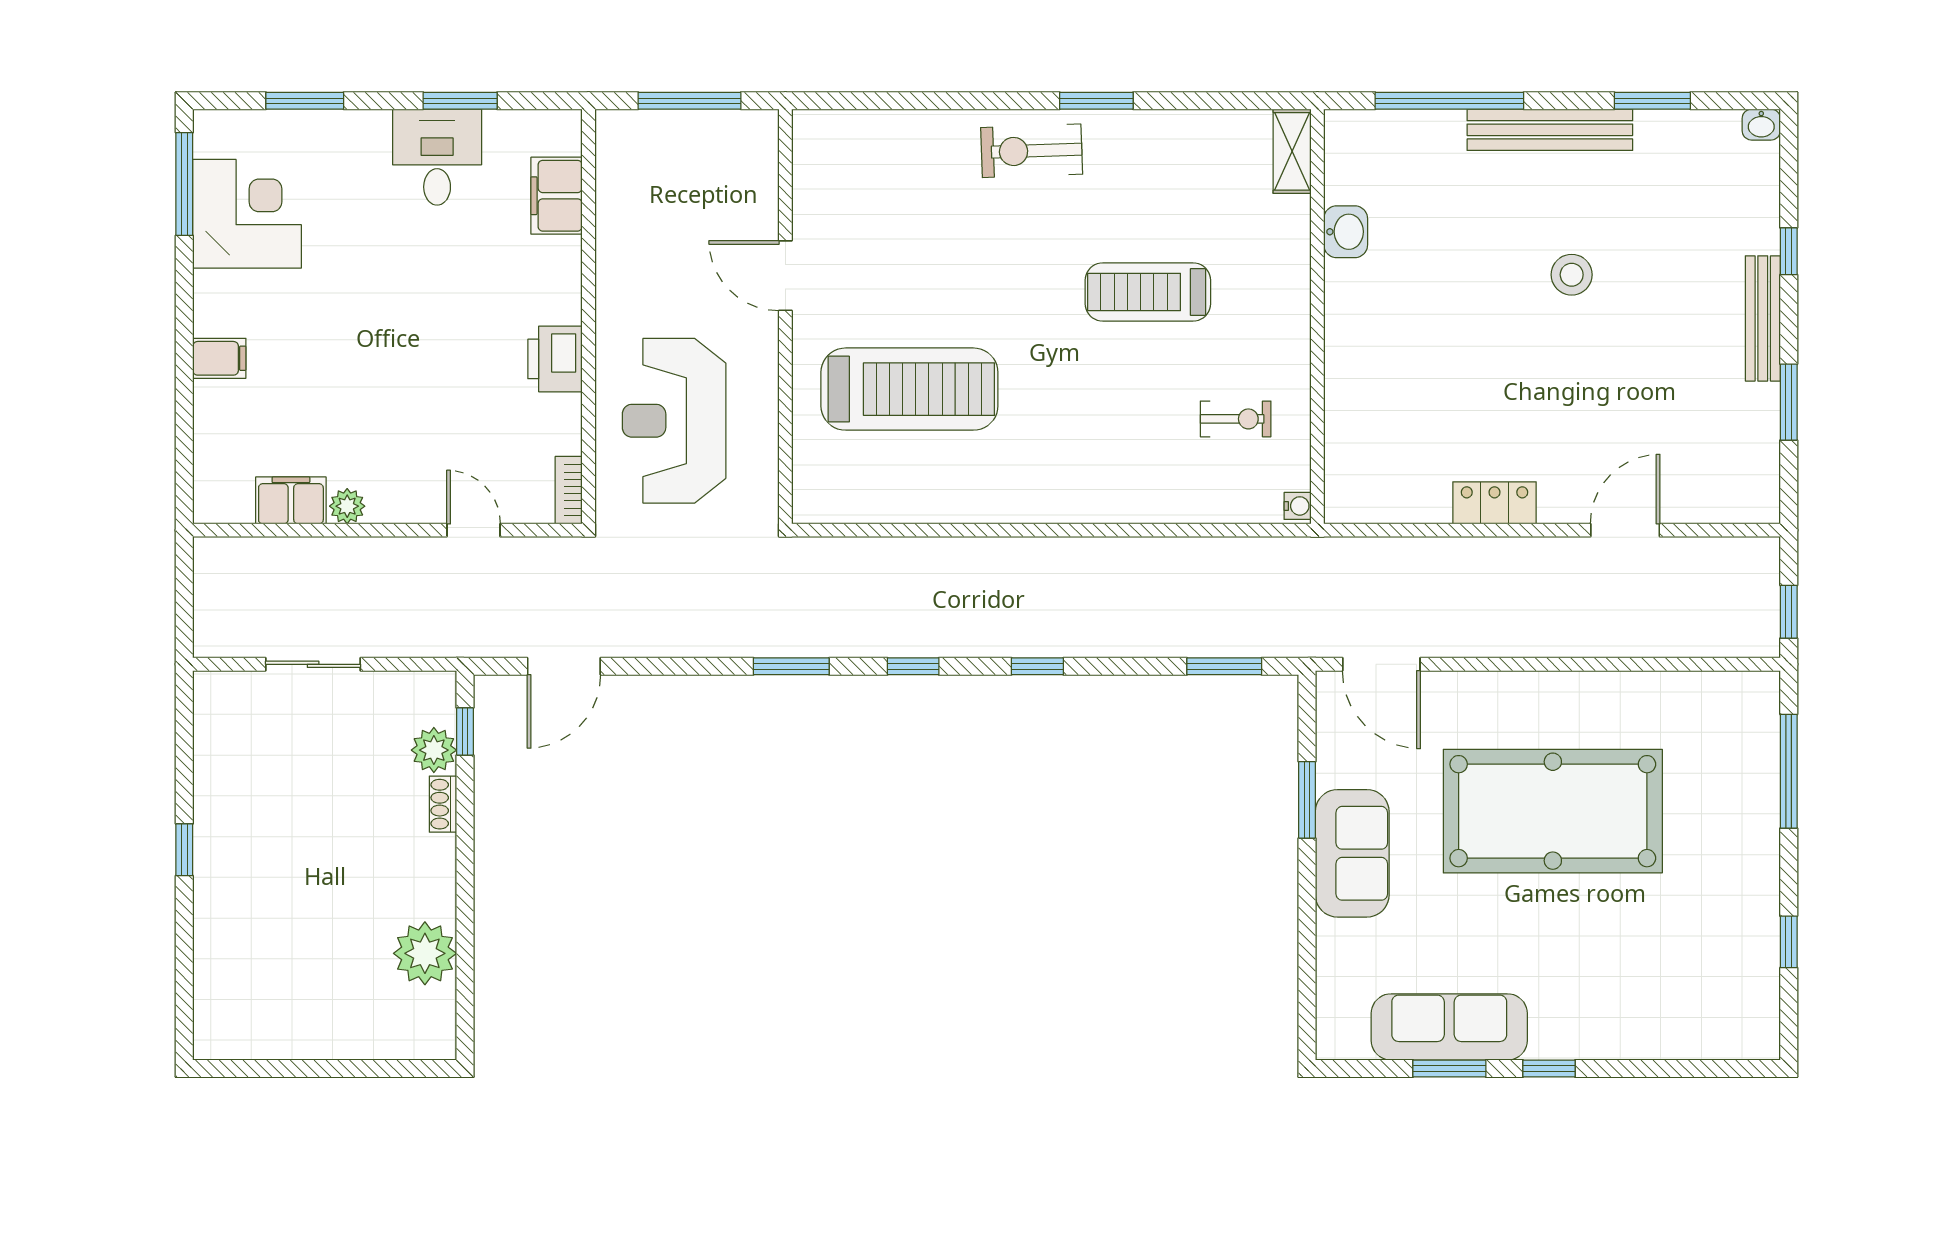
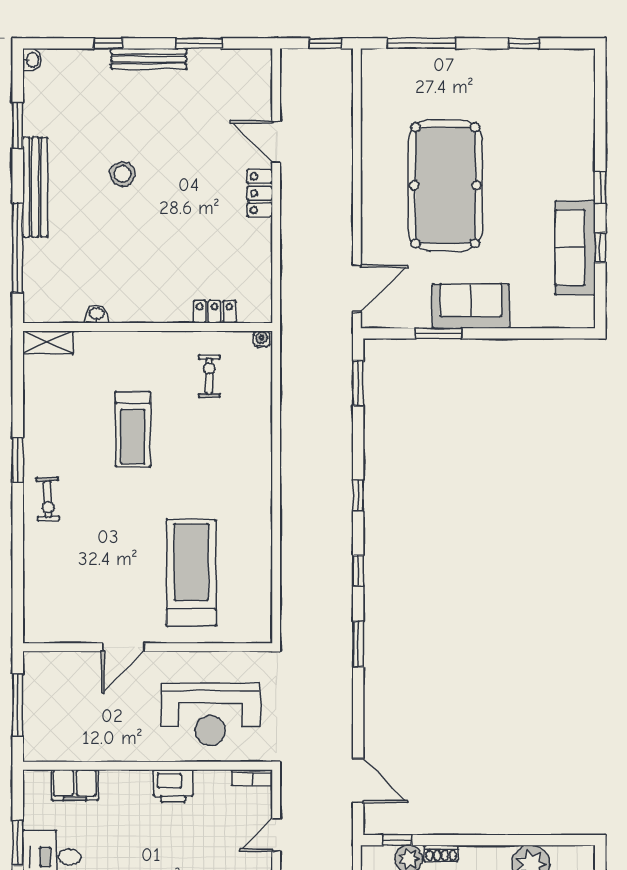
exercise bike: (1032, 151) -> (48, 499), width x0.73, depth x0.72
washbasin: (1346, 232) -> (97, 314), width x0.72, depth x0.69
locker: (1343, 428) -> (215, 312), added
locker: (1494, 503) -> (260, 193), moved
window: (1449, 1069) -> (600, 248), width x0.67

